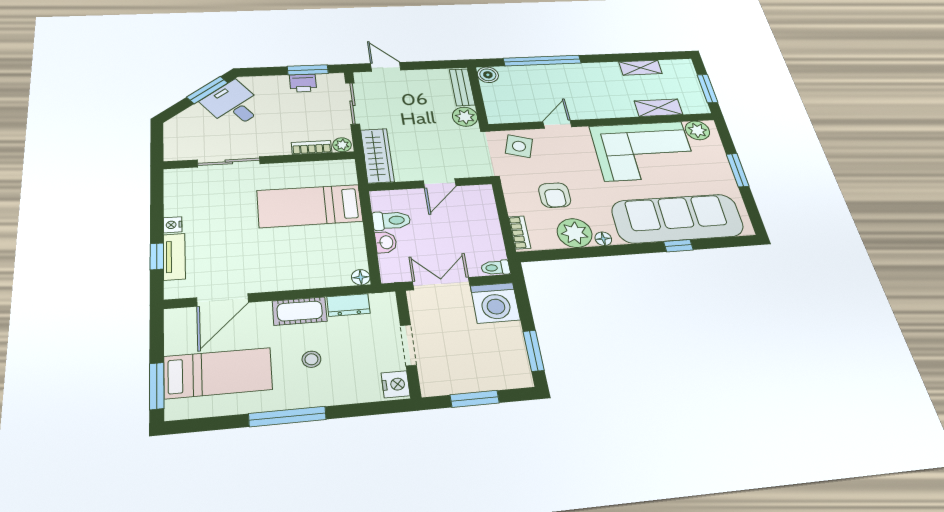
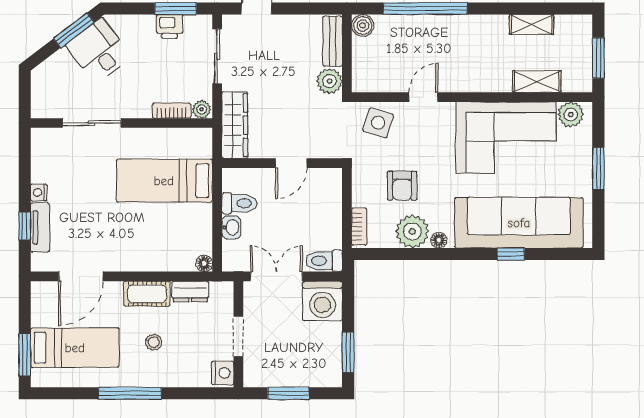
toilet: (495, 268) -> (324, 261), width x1.37, depth x1.39

